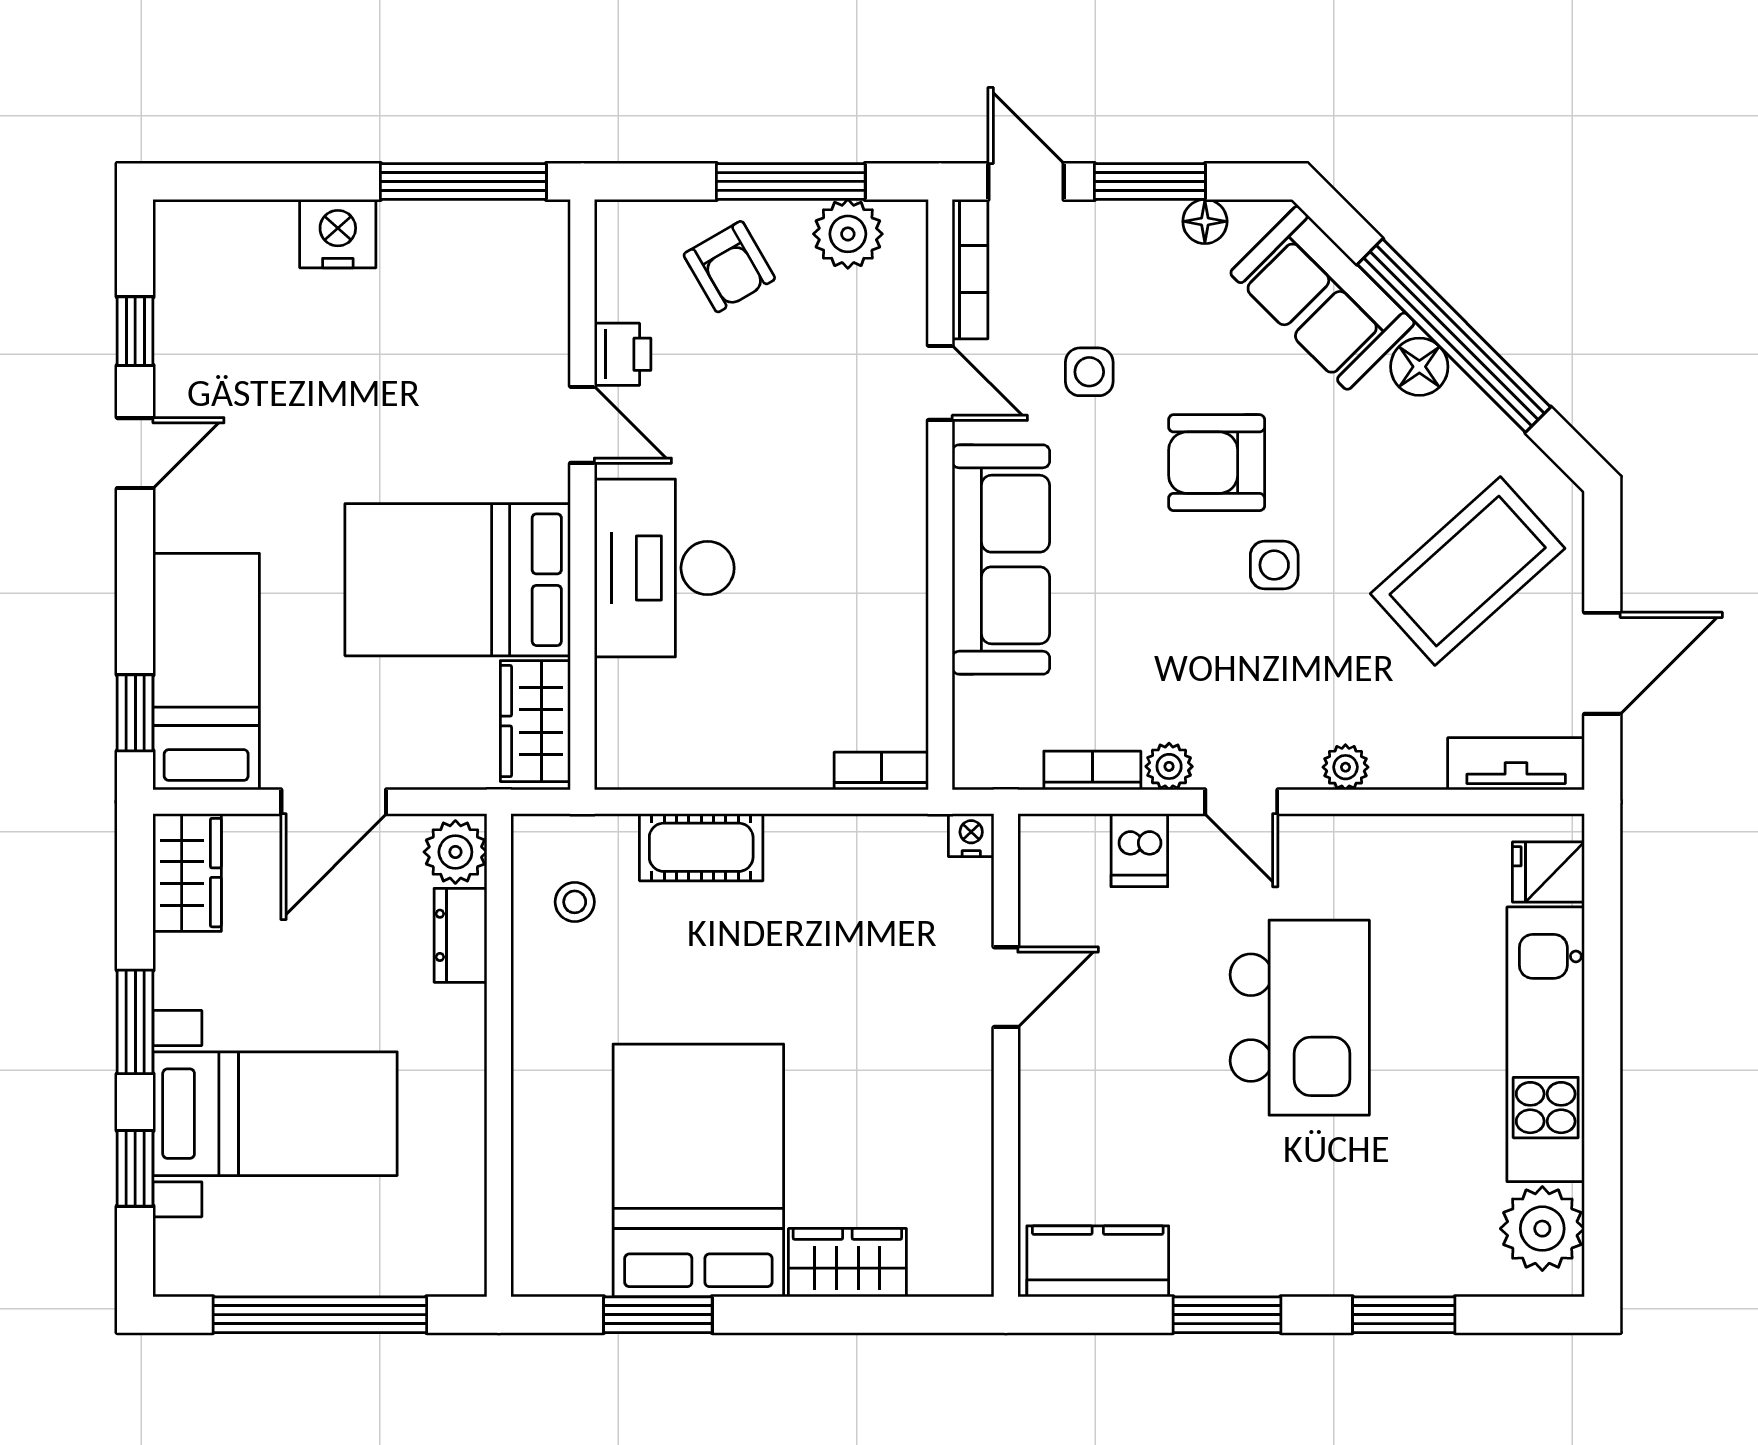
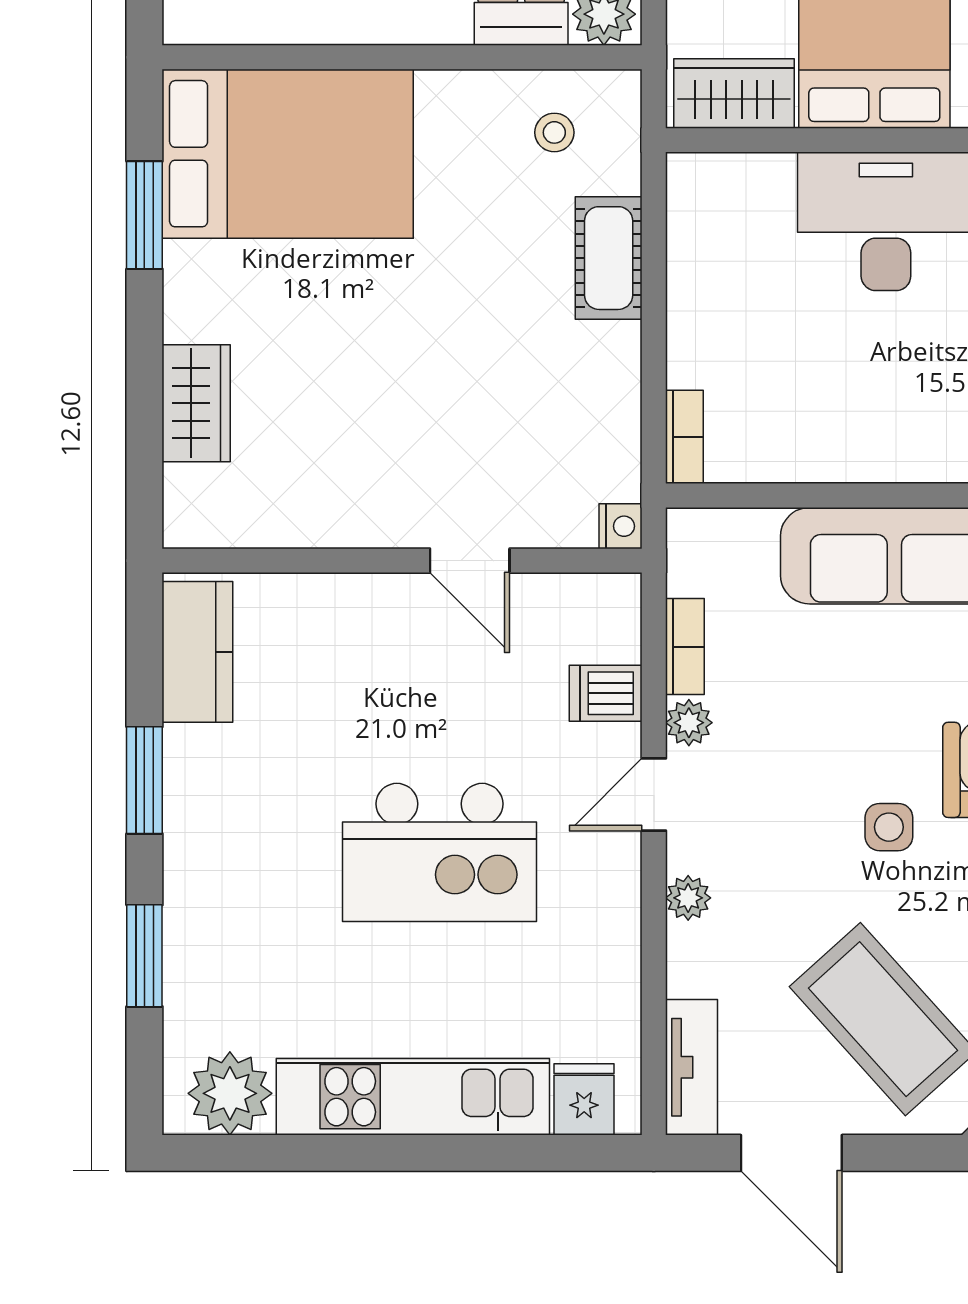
bed: (698, 1170) -> (288, 154), moved

